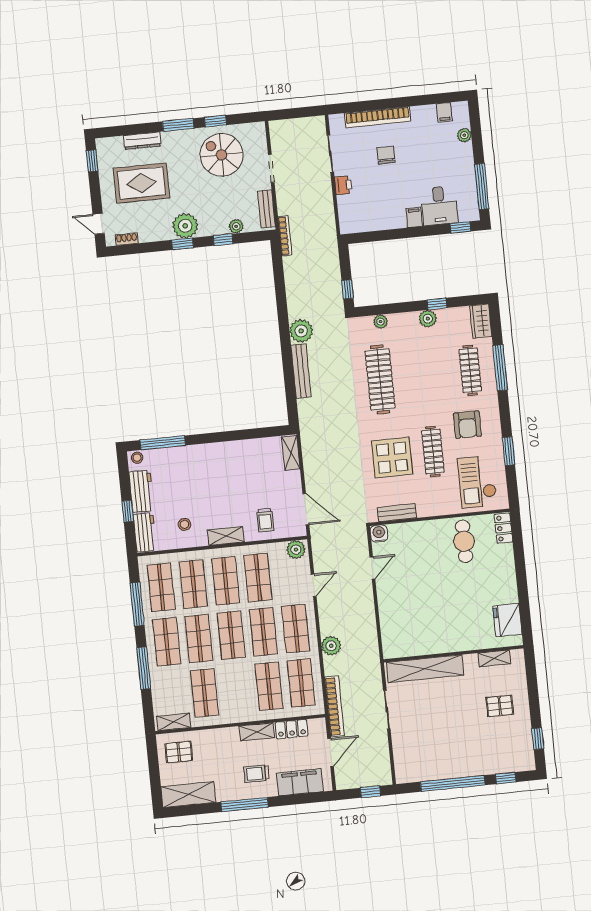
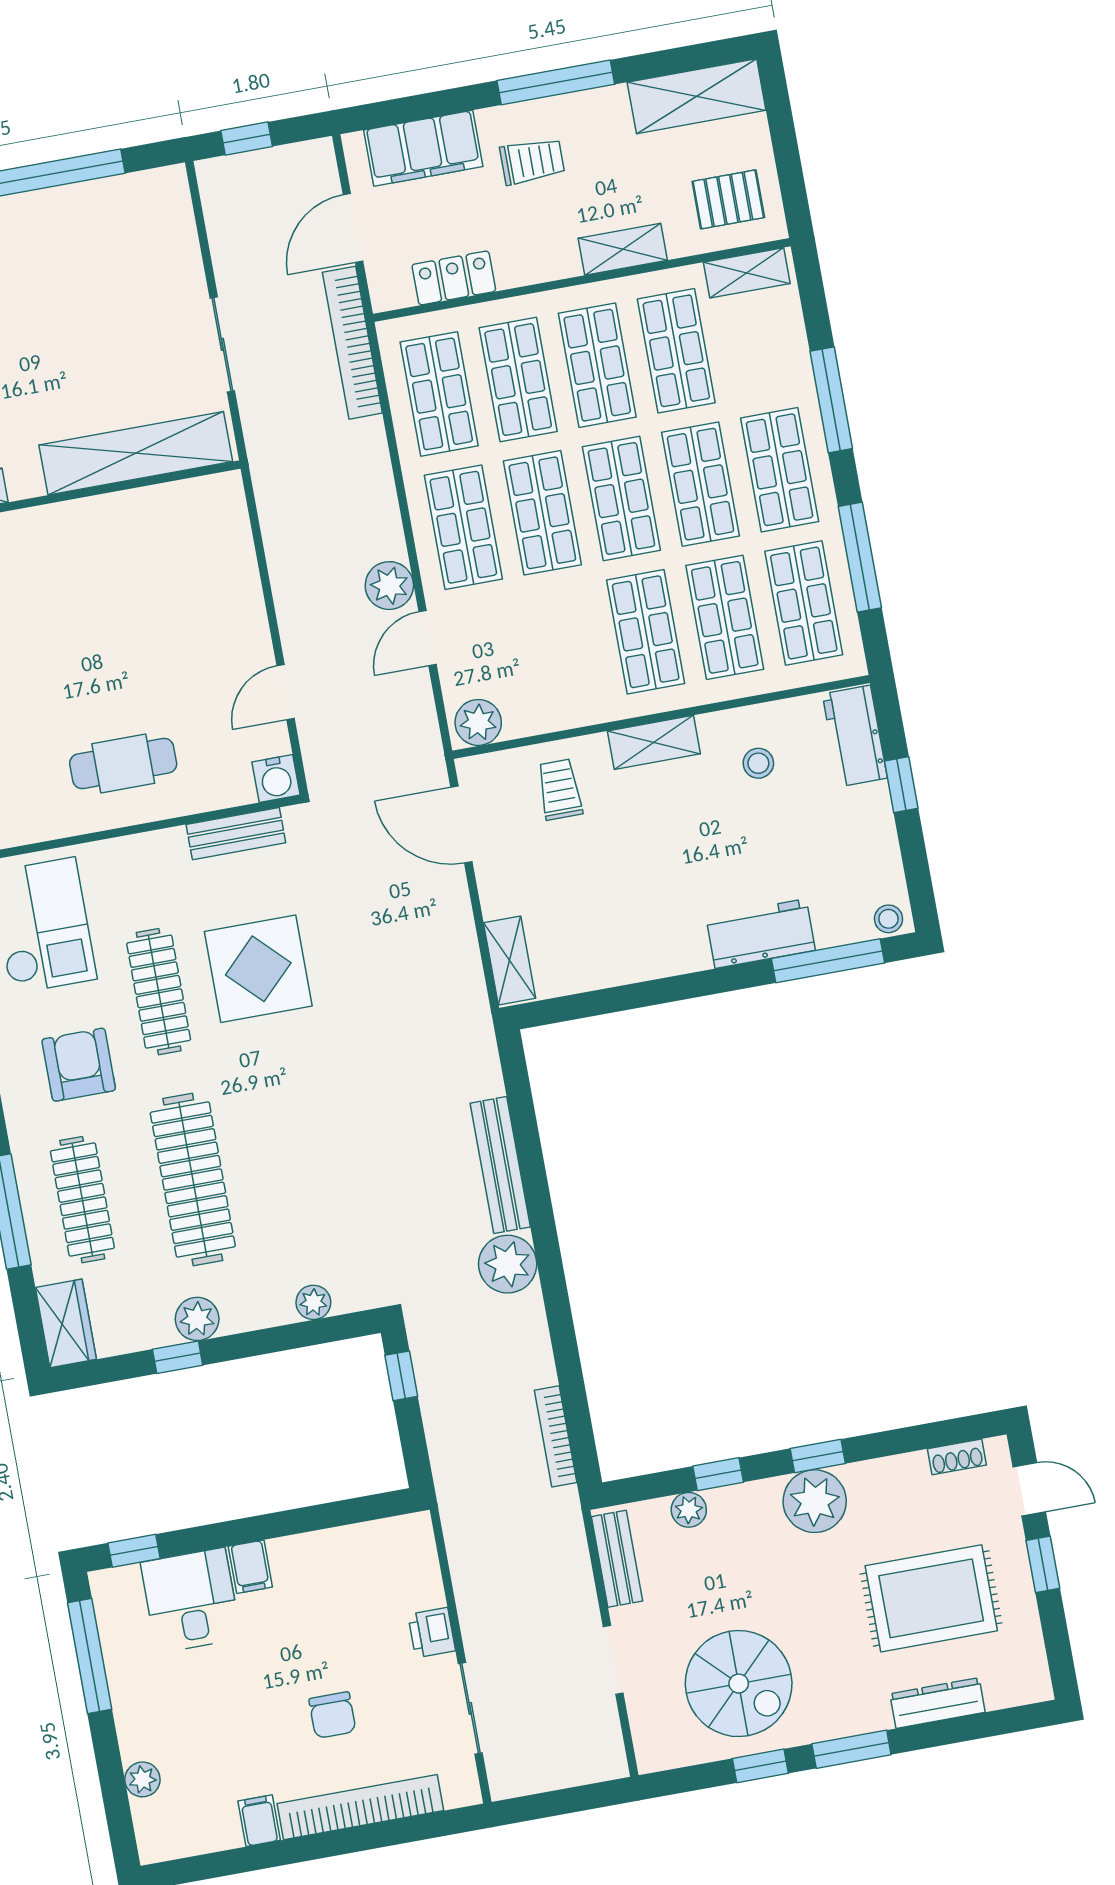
filing cabinet: (444, 112) -> (259, 1821), moved
window: (92, 161) -> (1043, 1564), moved
bookcase: (285, 236) -> (556, 1436), moved
clothes rail: (380, 379) -> (193, 1179), moved
workbench: (141, 491) -> (761, 934), moved, turned 90
cafe table: (464, 541) -> (123, 763), moved, turned 90
shop shelf: (258, 578) -> (597, 365), moved
plant: (331, 646) -> (389, 586), moved
shelving: (257, 732) -> (623, 249), moved

